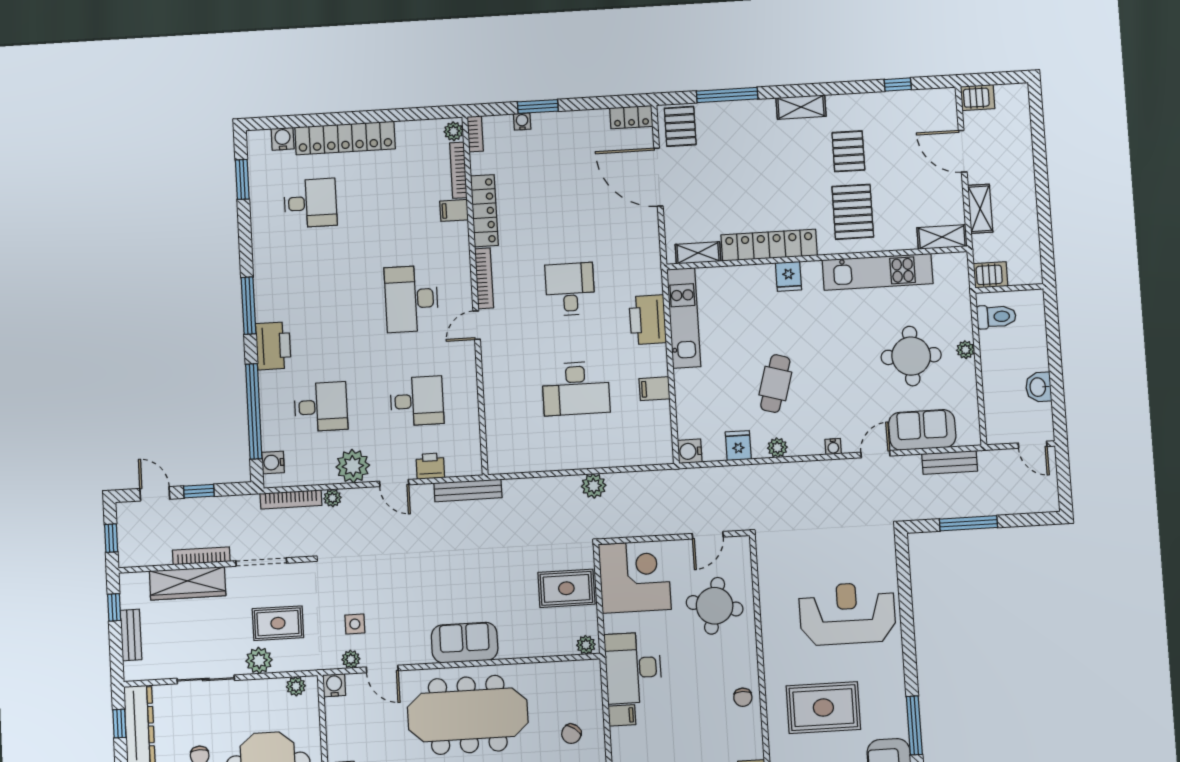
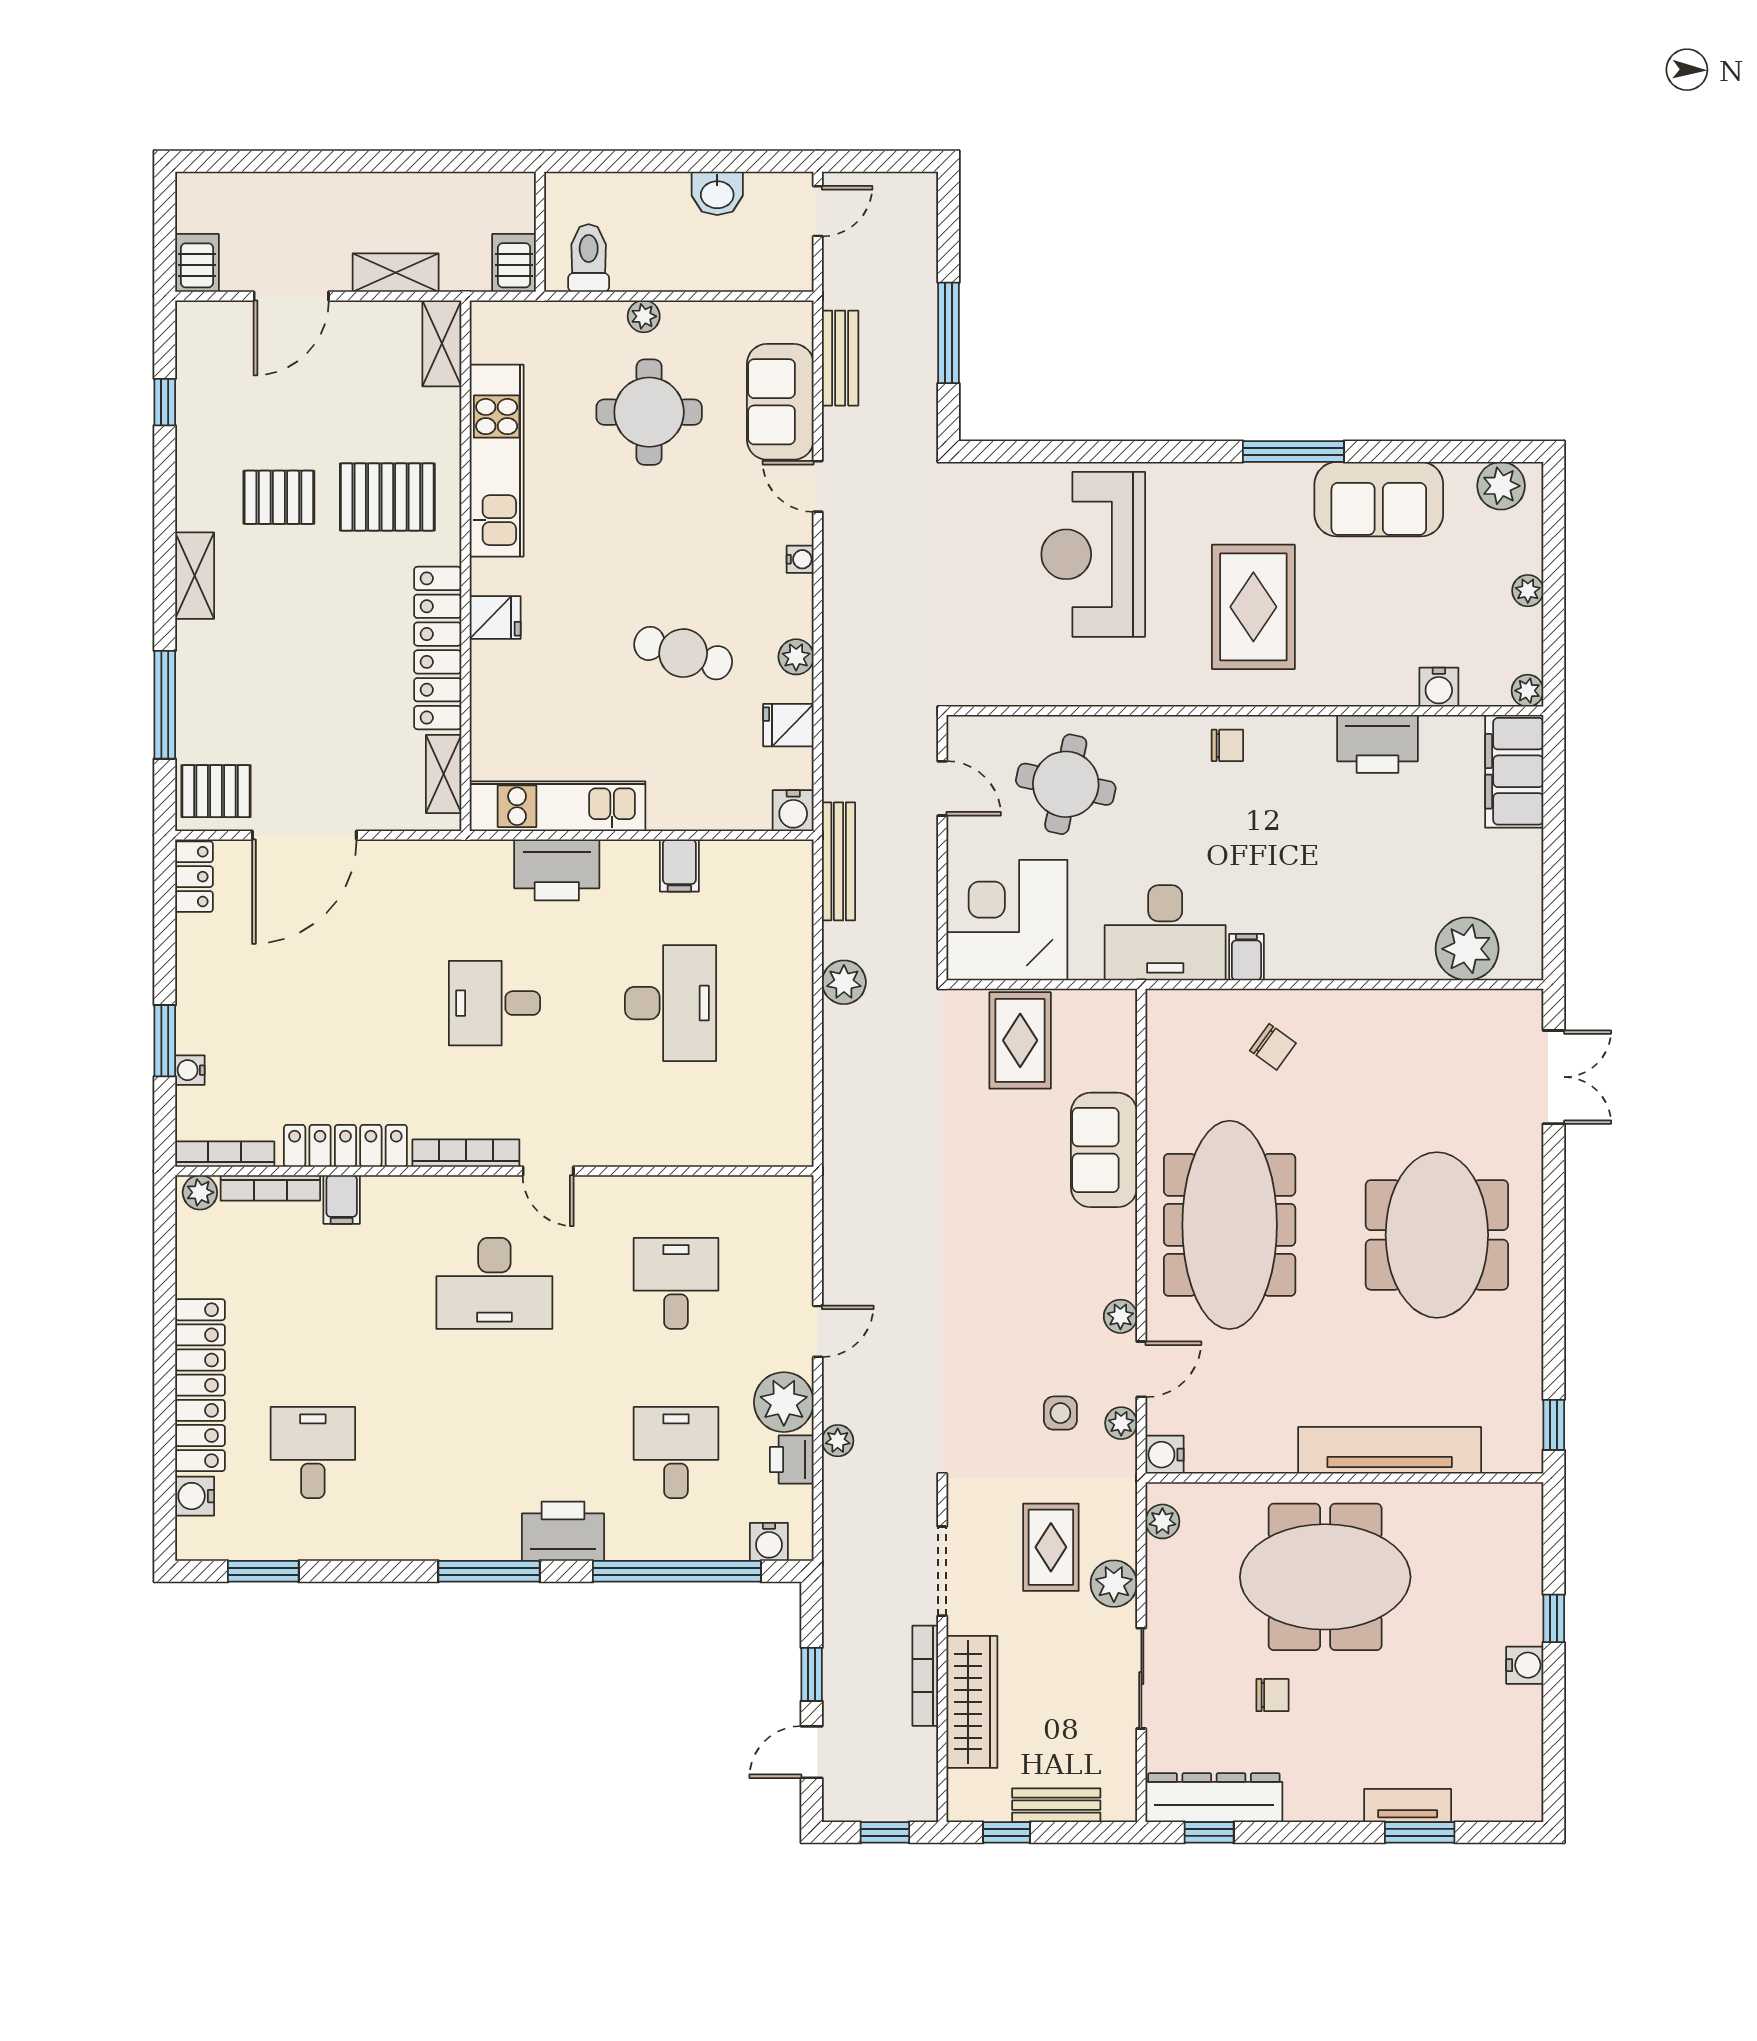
bookcase: (475, 134) -> (225, 1154), width x1.56
printer: (430, 466) -> (792, 1459), moved
bench: (468, 490) -> (839, 861), moved
bookcase: (291, 499) -> (836, 1514), removed
sofa: (465, 643) -> (1104, 1150), moved
plant: (586, 645) -> (1120, 1316), moved

